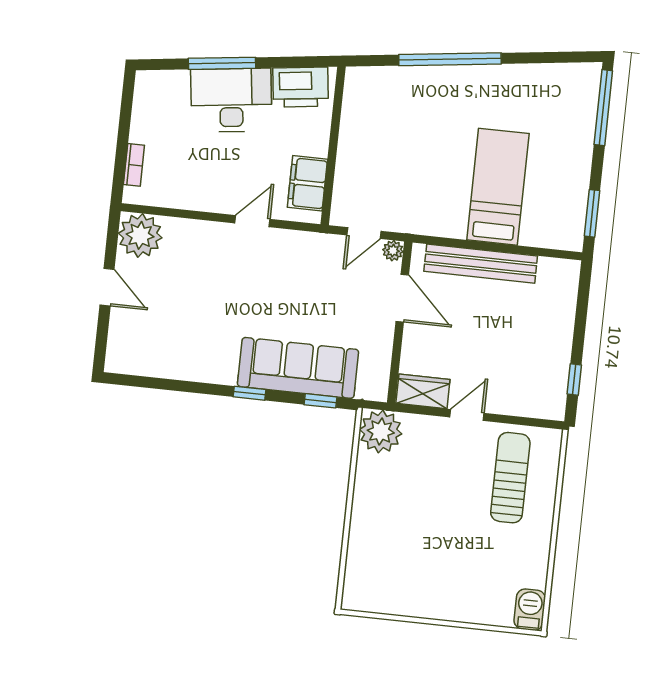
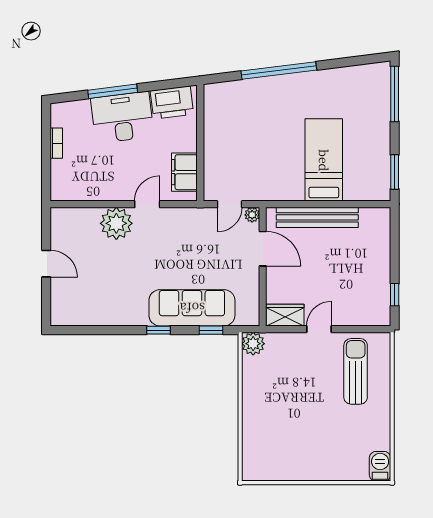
bookcase: (134, 165) -> (56, 143), moved
plant: (140, 235) -> (116, 223), moved
plant: (381, 432) -> (253, 344), width x0.73, depth x0.73

